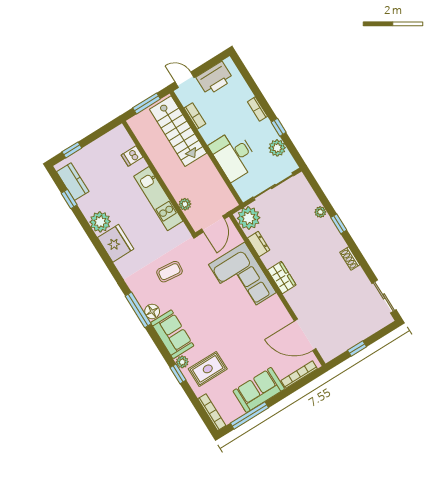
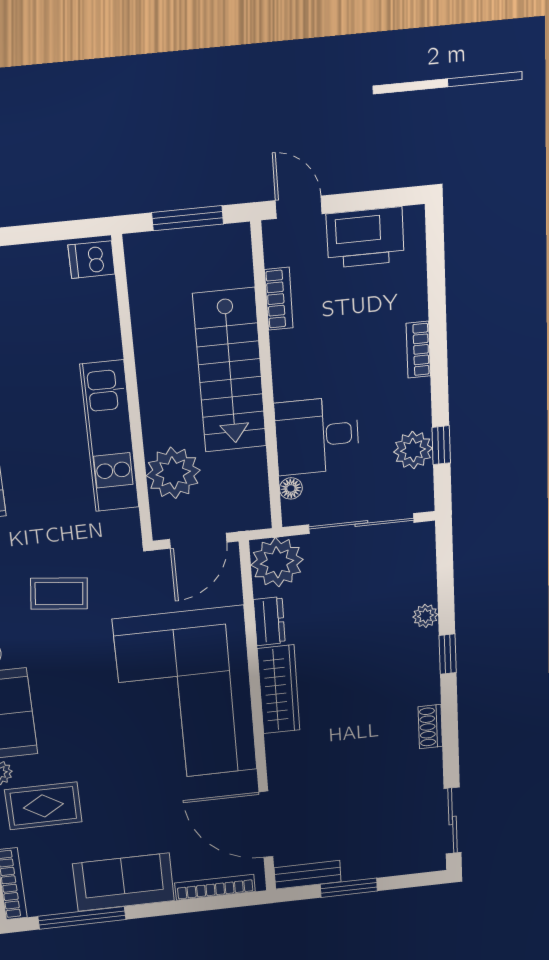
window: (279, 127) -> (441, 445), moved
stairs: (178, 131) -> (230, 371), moved
desk: (234, 155) -> (317, 436), width x0.73
dishwasher: (132, 156) -> (92, 260), moved
floor lamp: (238, 186) -> (291, 488), added
plant: (185, 204) -> (173, 473), width x1.88, depth x1.88
wardrobe: (282, 278) -> (279, 689), width x1.50
corner sofa: (242, 279) -> (186, 695), width x1.36, depth x1.36
window: (357, 348) -> (349, 888), width x1.50
bench: (336, 350) -> (308, 875), added

